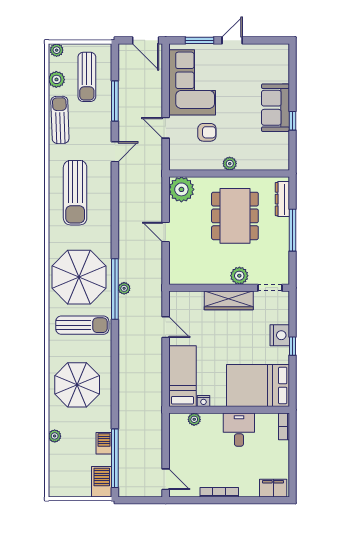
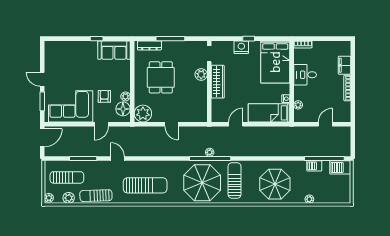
sofa: (275, 108) -> (114, 50), moved
floor lamp: (188, 160) -> (123, 109), added
plant: (230, 164) -> (125, 96), moved
dining table: (235, 216) -> (161, 77), width x0.73
door: (166, 232) -> (172, 124), hinge flipped
door: (166, 479) -> (325, 124), moved
filing cabinet: (273, 488) -> (344, 65), moved

